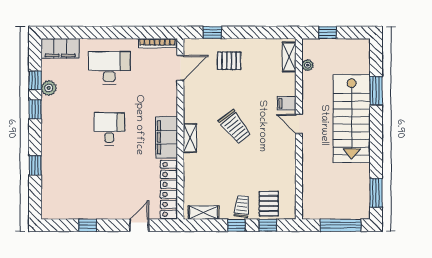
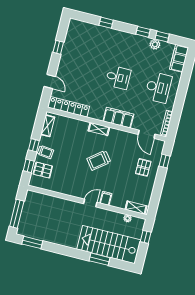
stairs: (352, 119) -> (109, 245), moved
filing cabinet: (167, 137) -> (118, 118), moved

